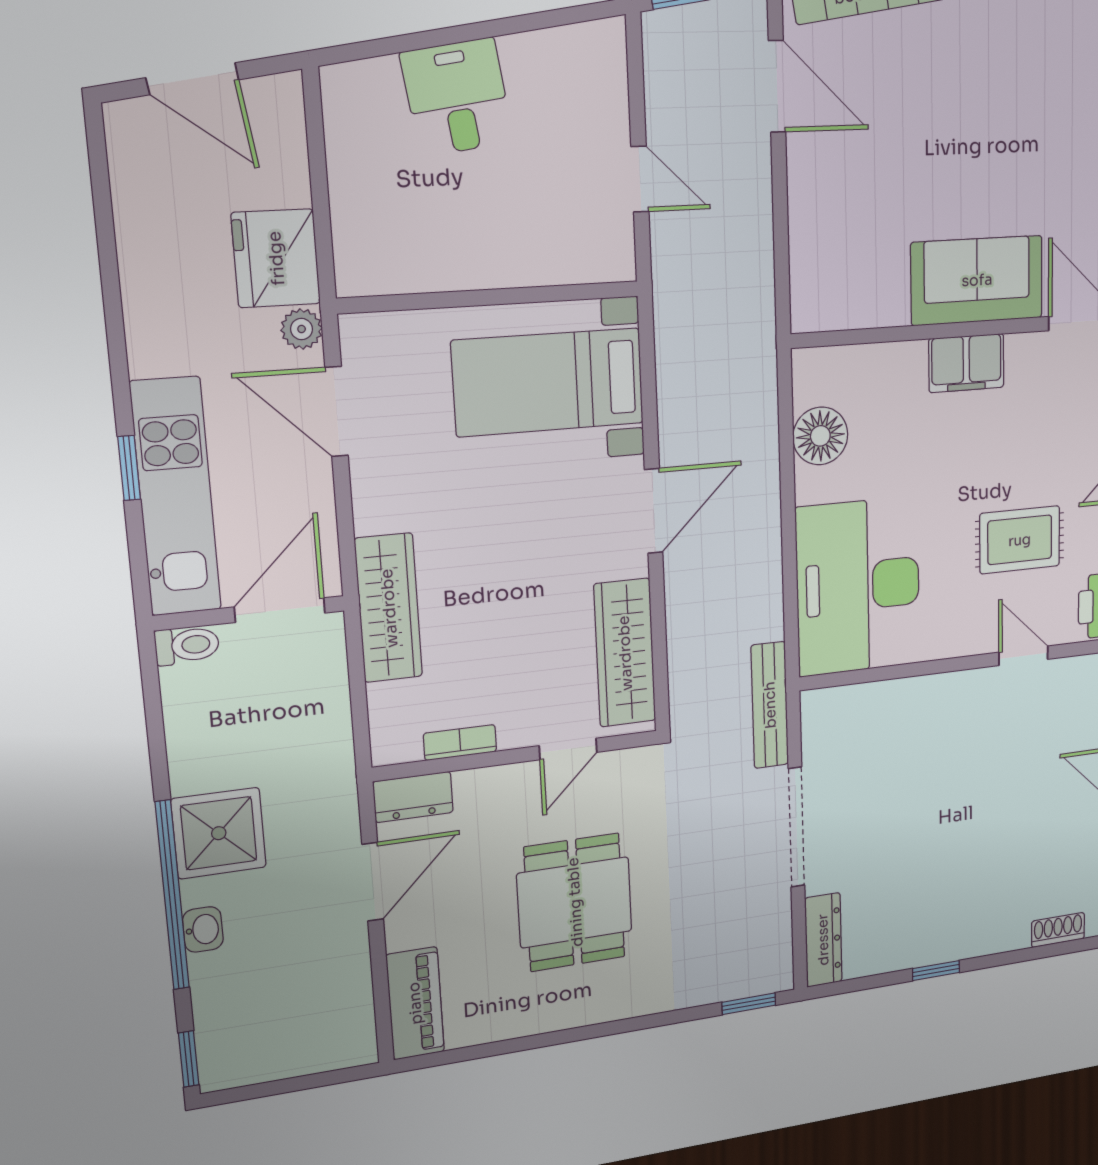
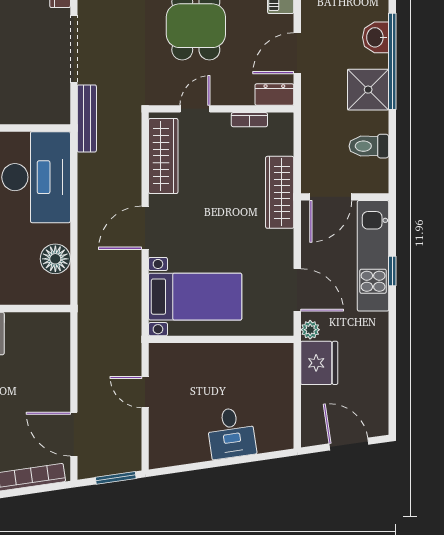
toilet: (187, 645) -> (369, 146), moved, width x1.37, depth x1.39
washbasin: (203, 929) -> (376, 37), width x1.38, depth x1.45

